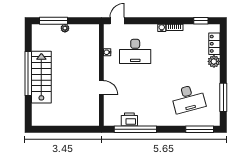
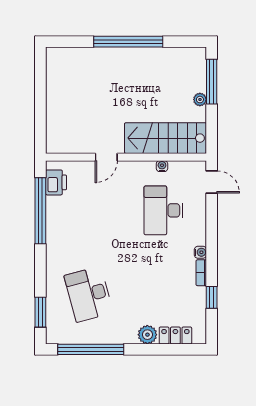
window: (201, 21) -> (212, 297), moved
stairs: (41, 77) -> (166, 138), moved, turned 180
window: (223, 97) -> (91, 349), width x1.46
printer: (129, 119) -> (56, 182), moved
window: (200, 129) -> (40, 312), width x0.69

